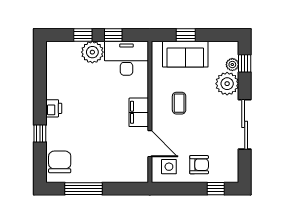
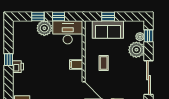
filing cabinet: (139, 112) -> (76, 64), width x0.50
window: (40, 133) -> (8, 60), moved

